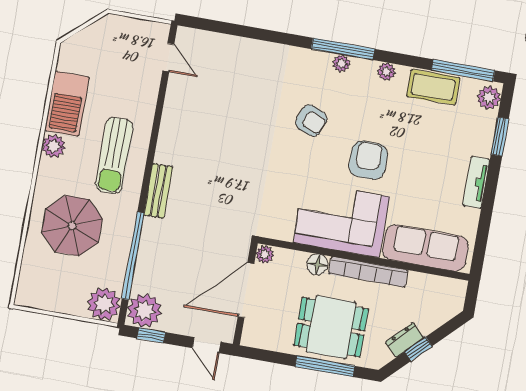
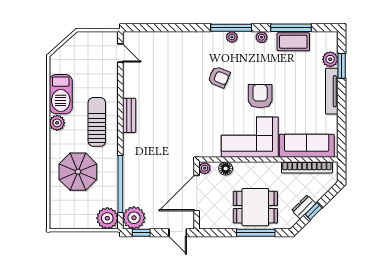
window: (463, 70) -> (291, 28), moved
plant: (489, 98) -> (330, 59), moved
sun lounger: (114, 155) -> (97, 122), turned 180
tv unit: (476, 182) -> (332, 91), width x1.41
bench: (158, 191) -> (129, 115), moved
floor lamp: (317, 264) -> (226, 169), moved
bookcase: (368, 272) -> (307, 167), moved

